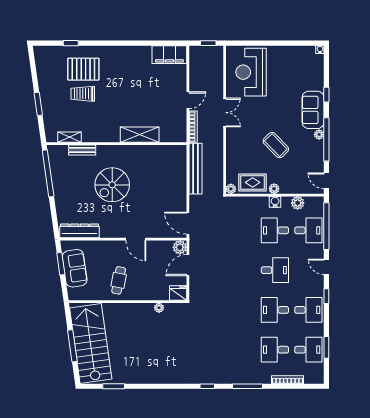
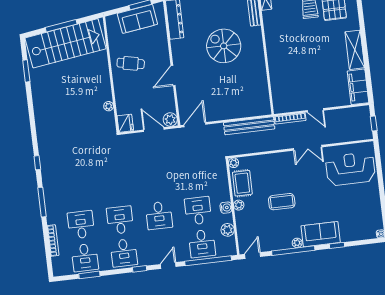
shelving: (140, 135) -> (355, 50), moved
coffee table: (276, 145) -> (282, 202), turned 44

